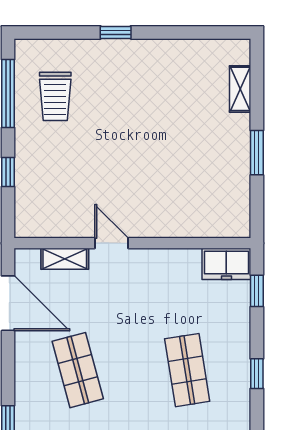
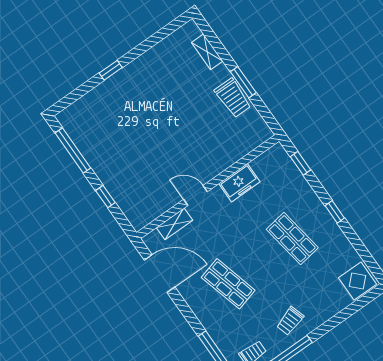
trolley: (55, 96) -> (233, 98), moved
freezer: (226, 264) -> (239, 183), moved

